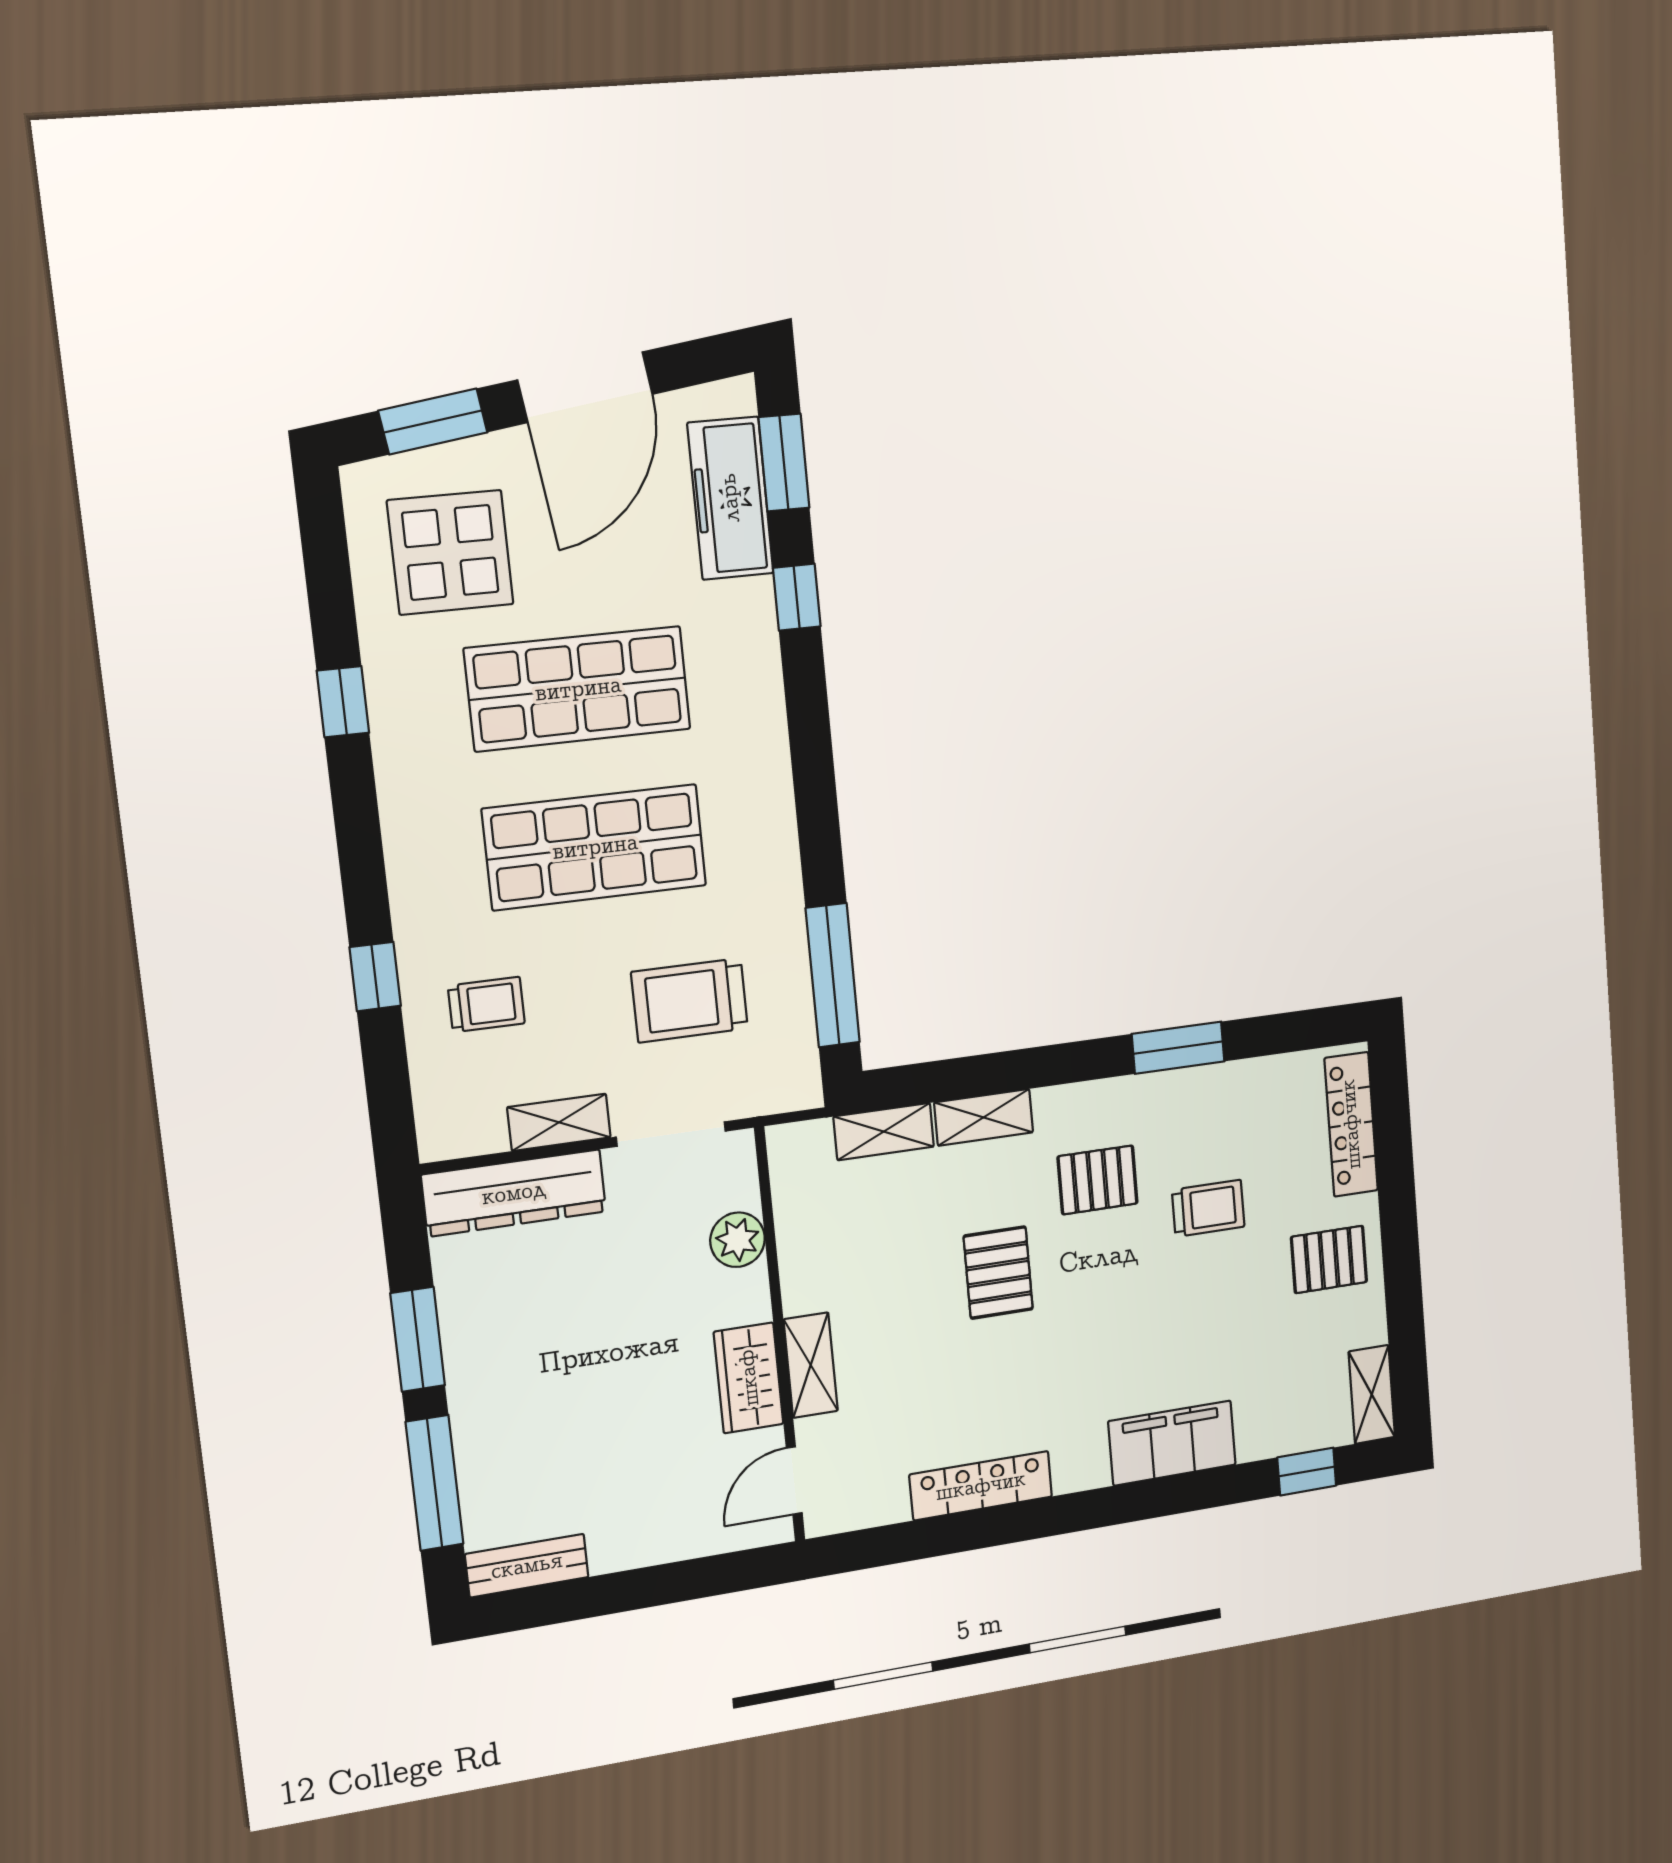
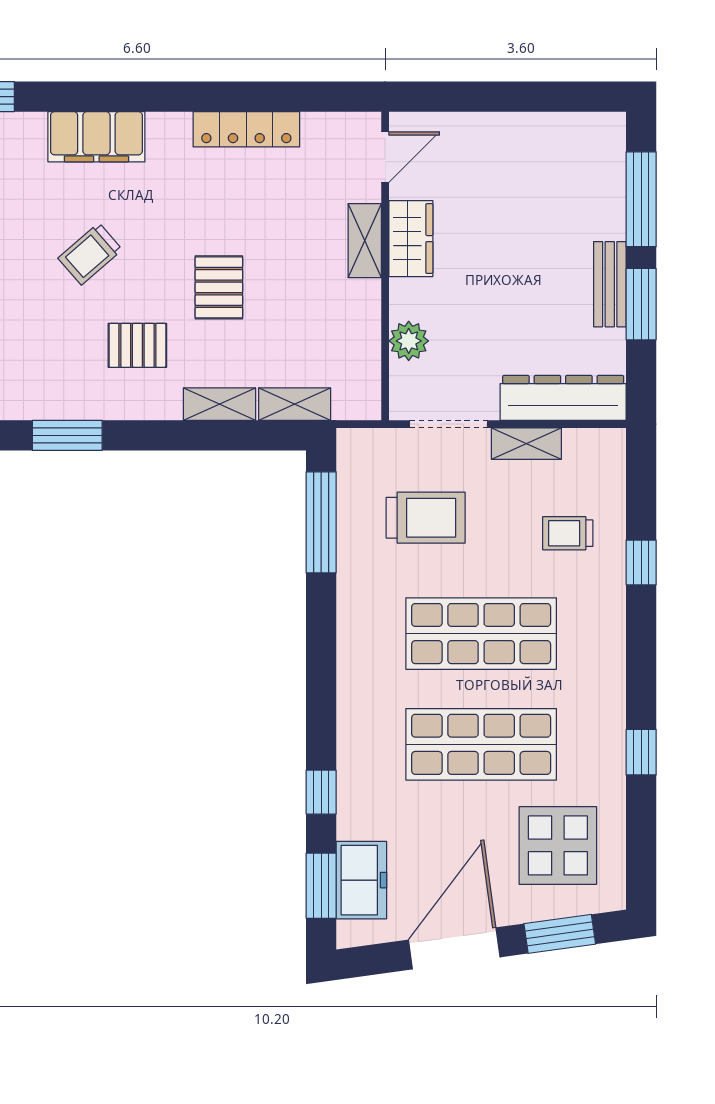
freezer: (730, 498) -> (361, 880), width x0.71
trolley: (1208, 1208) -> (90, 254), moved, turned -41
bench: (527, 1566) -> (610, 284), moved, turned 90

